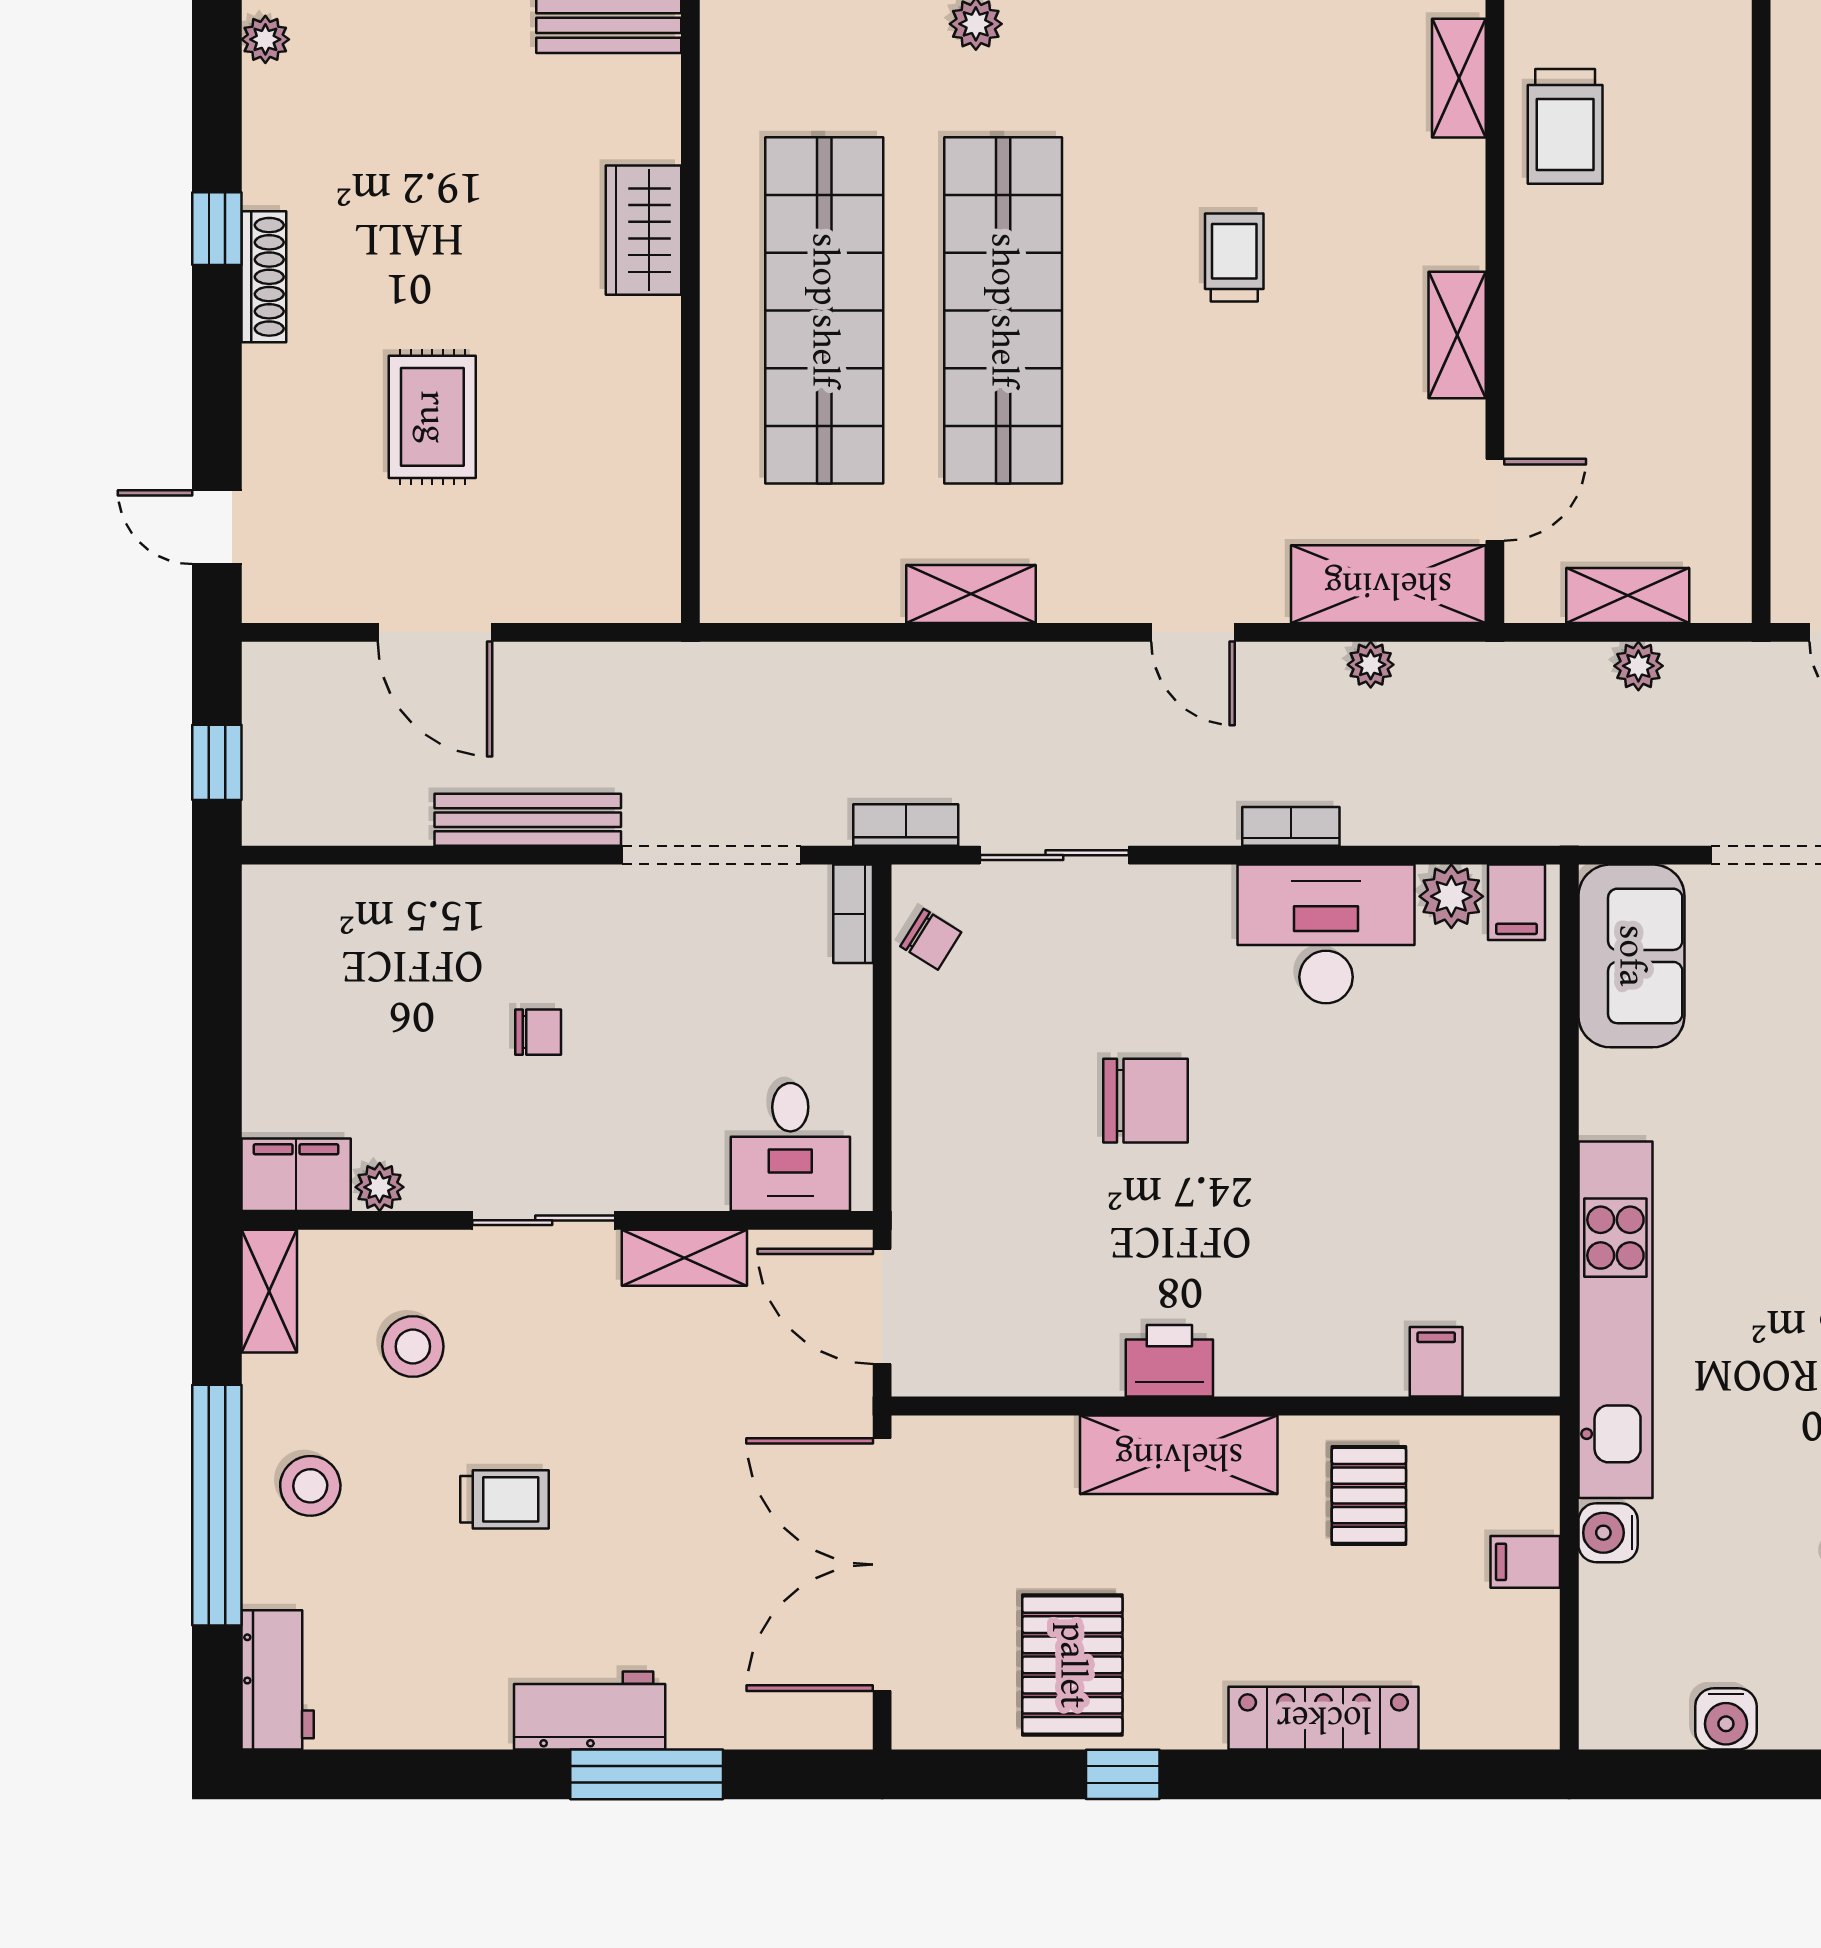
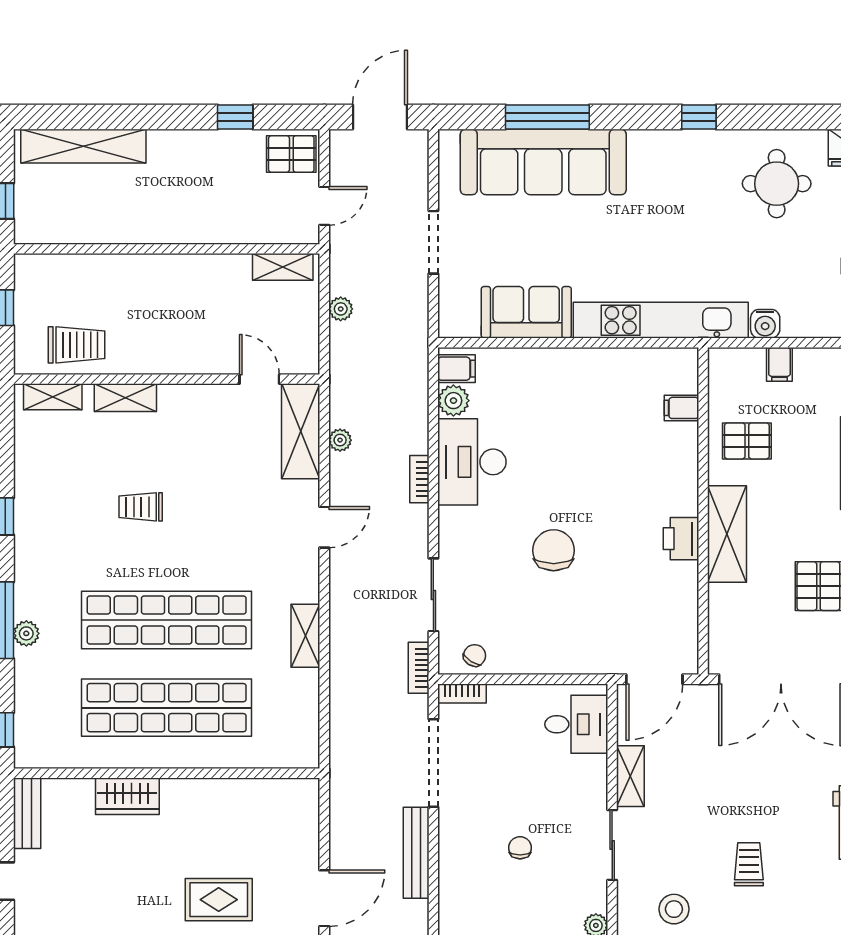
shelving: (1457, 335) -> (125, 398), moved
shelving: (1628, 595) -> (283, 267), moved, turned 90
sofa: (1631, 956) -> (526, 312), moved

